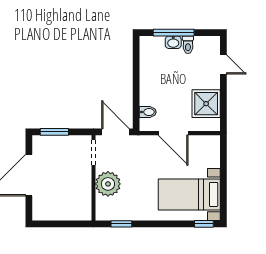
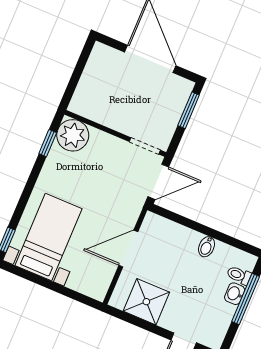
toilet: (188, 45) -> (239, 275), moved
bidet: (148, 112) -> (207, 247), moved
plant: (108, 184) -> (73, 135), moved

